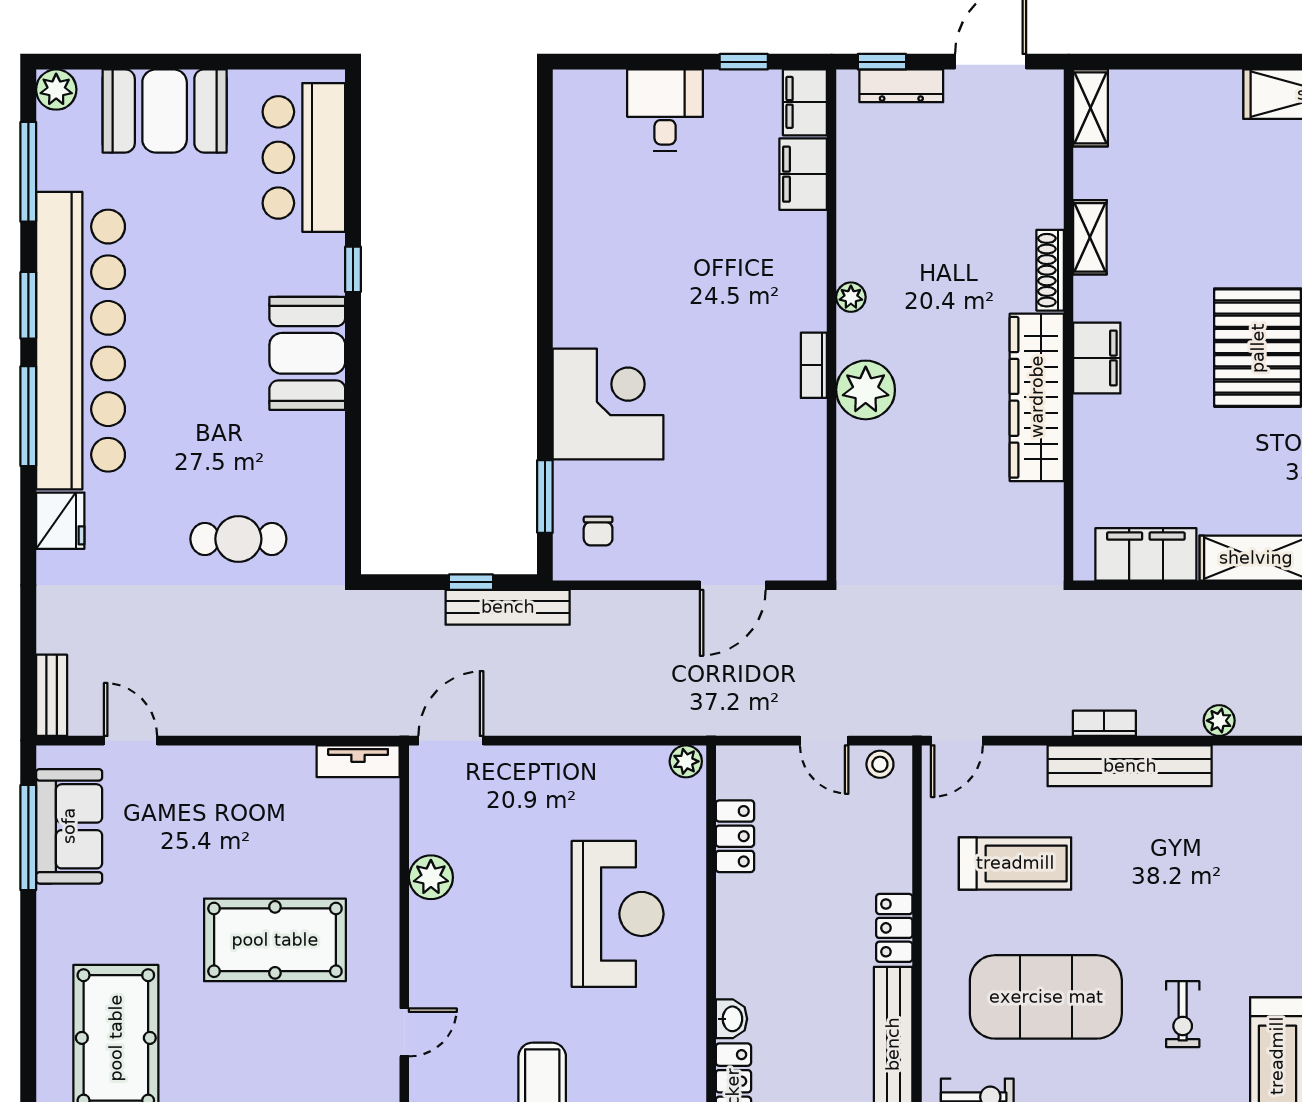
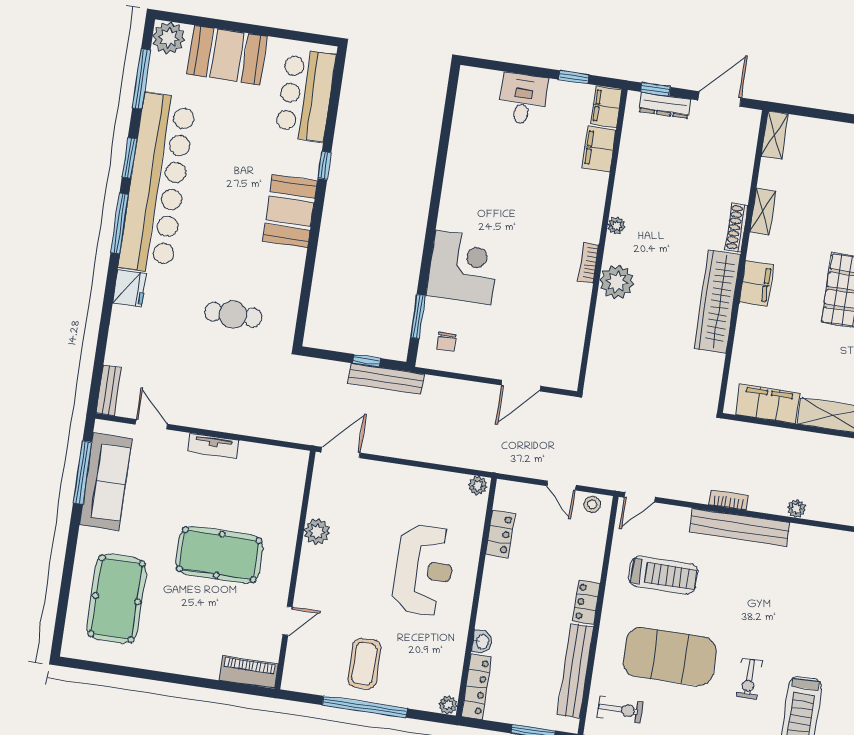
plant: (56, 90) -> (169, 38), width x1.36, depth x1.36
tv unit: (358, 761) -> (213, 446), moved
sofa: (69, 826) -> (106, 482), width x1.36

